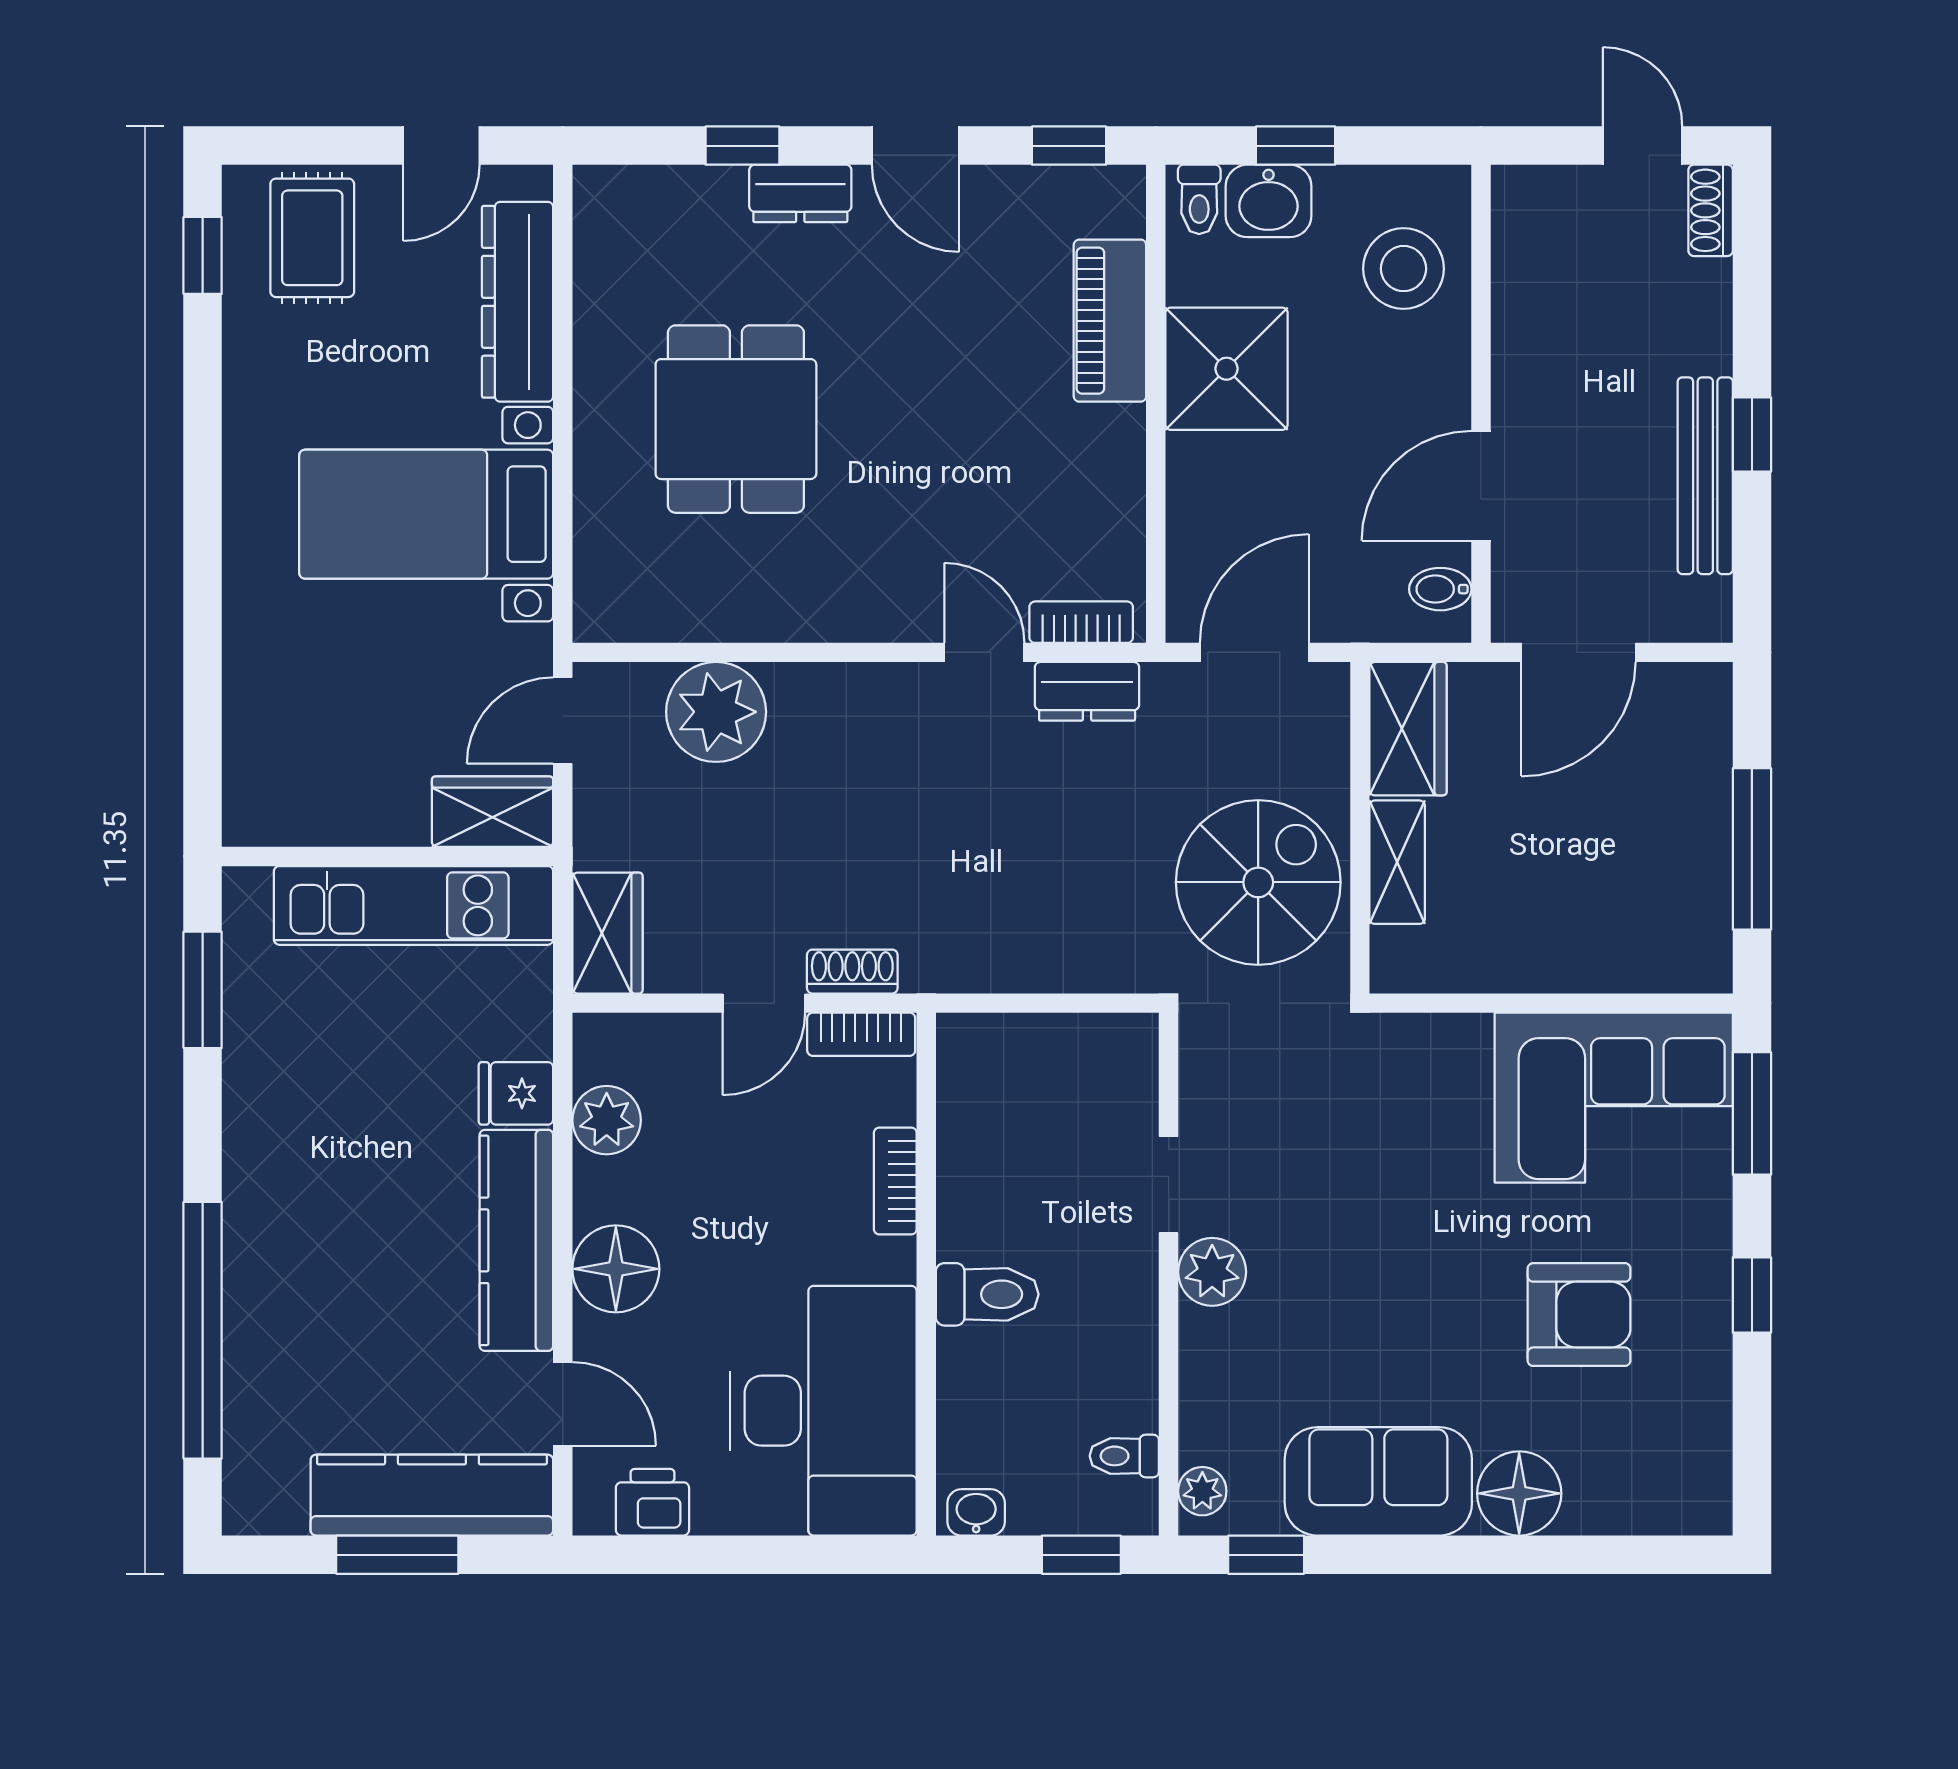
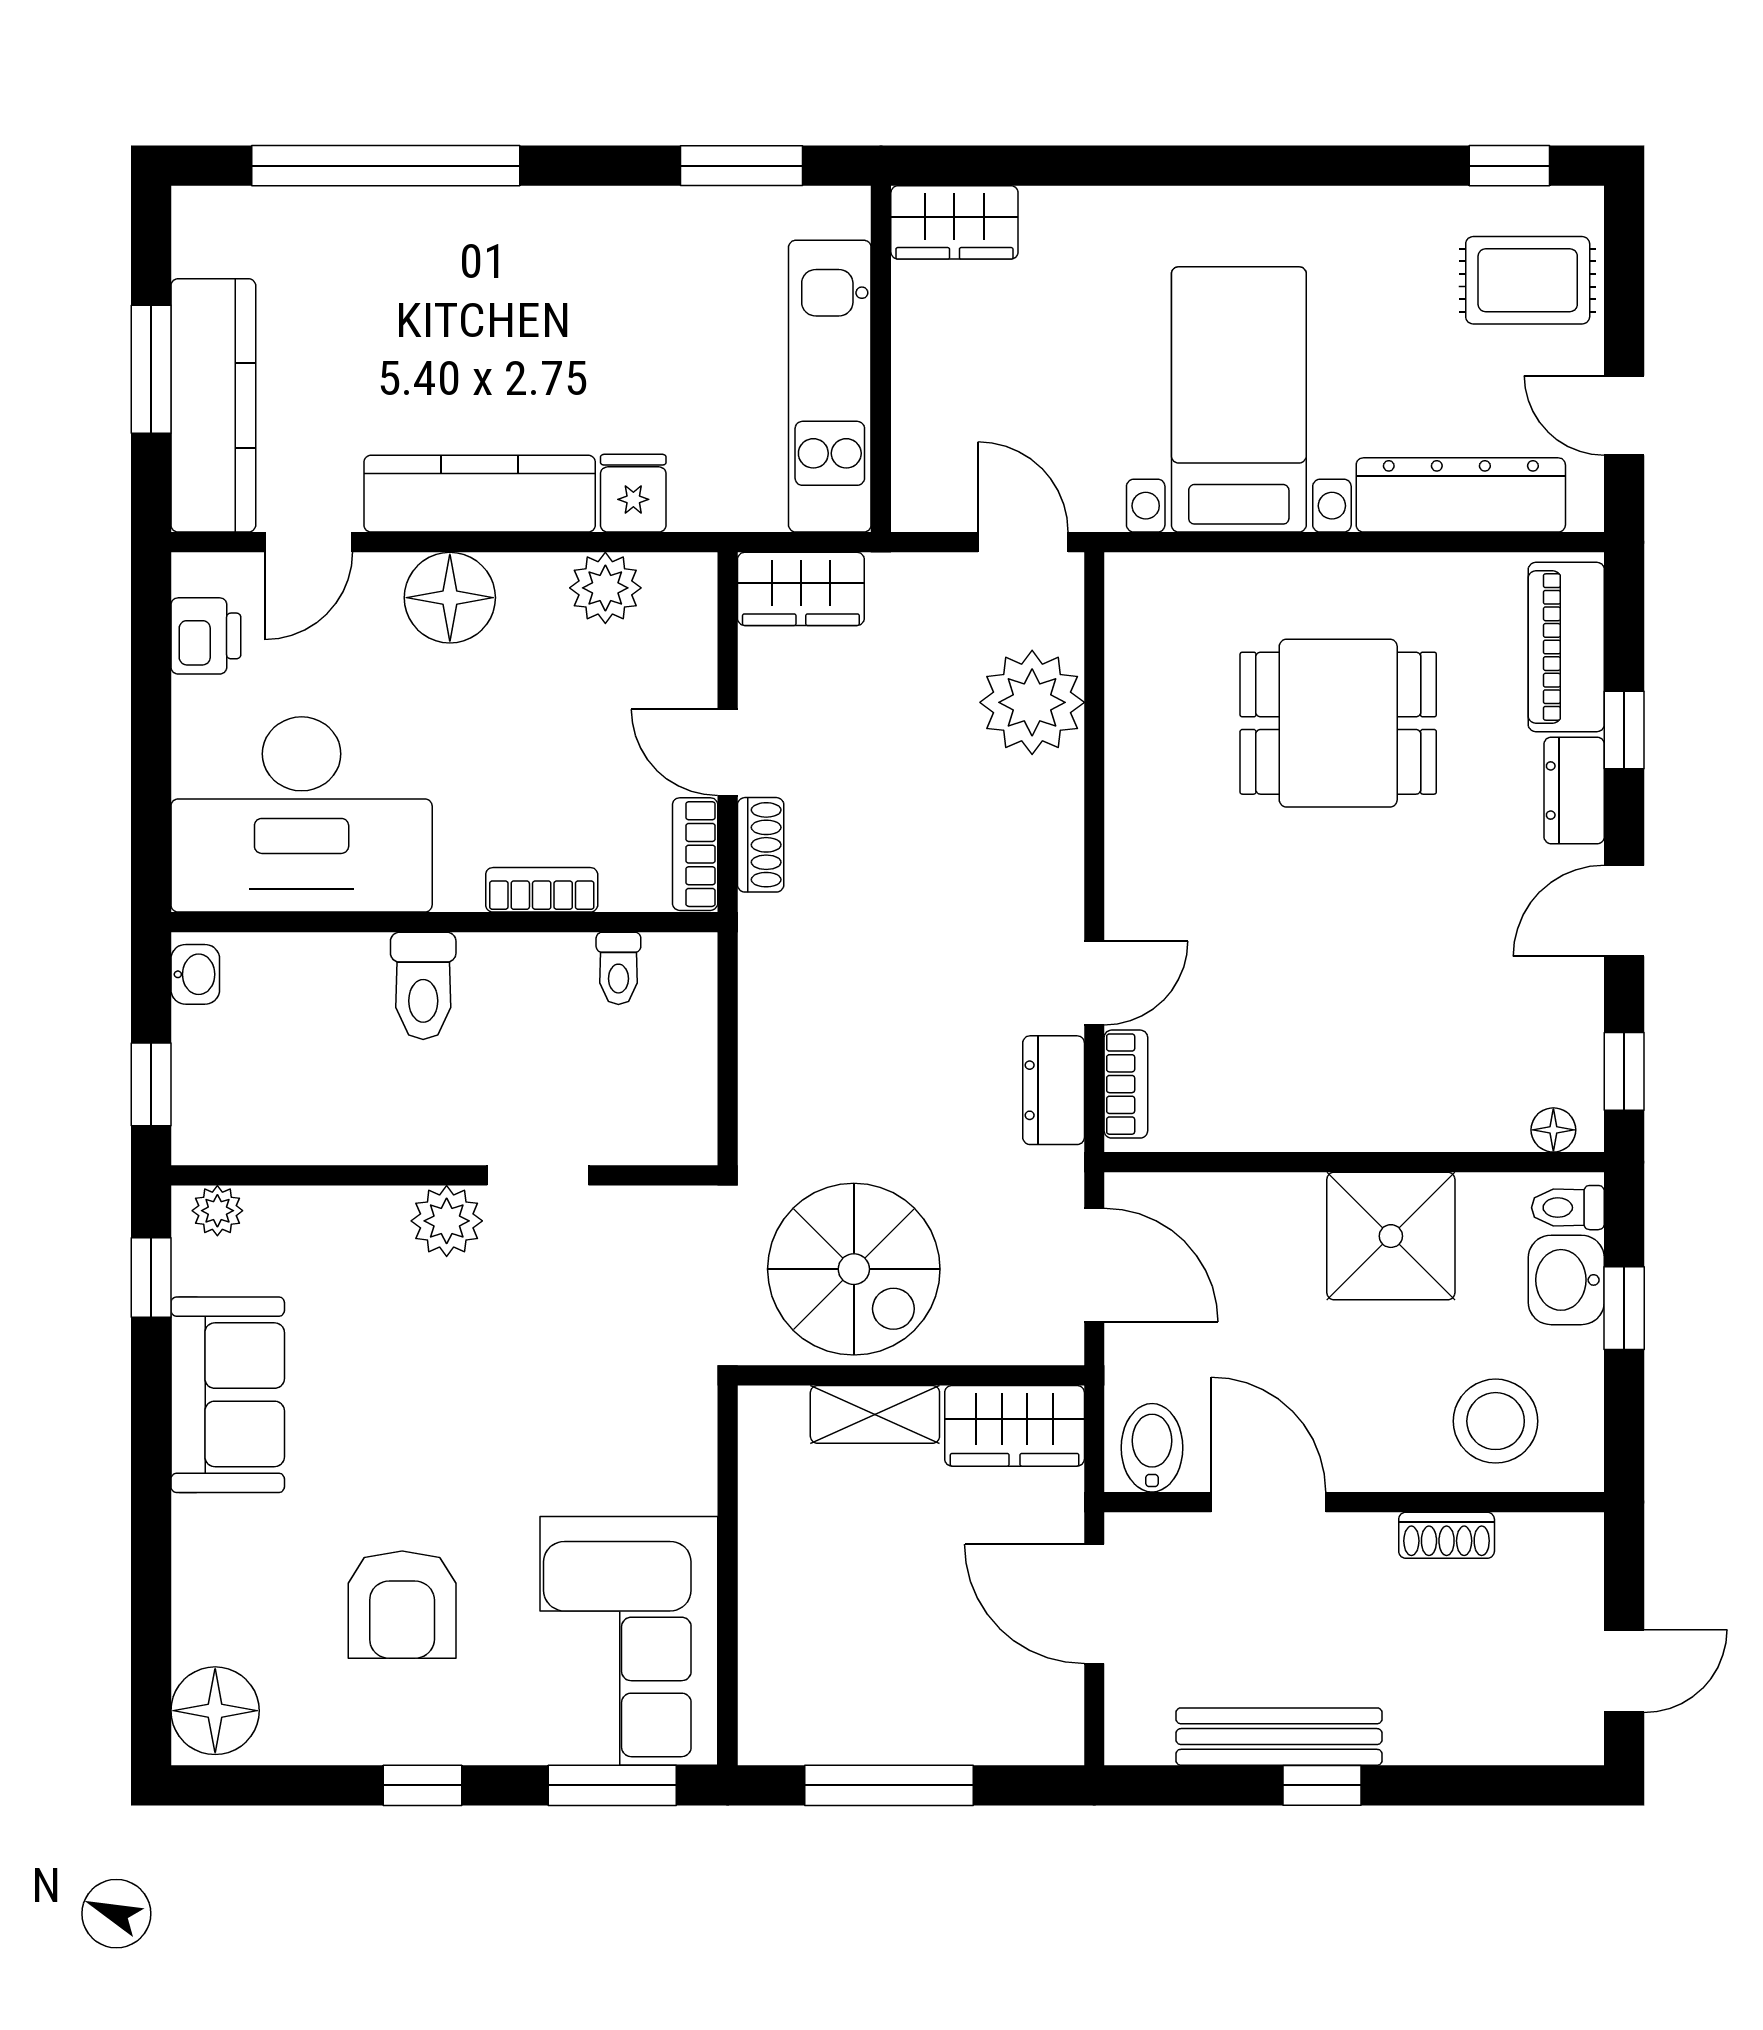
shoe rack: (1711, 210) -> (1447, 1535), moved, turned 180
floor lamp: (1125, 213) -> (1553, 1130), added
piano: (1110, 321) -> (1566, 647), moved, turned -90
bidet: (1440, 589) -> (1152, 1448), width x1.38, depth x1.36
wardrobe: (493, 812) -> (954, 222), moved, turned 90
toilet: (1124, 1456) -> (618, 968), moved, turned 180
floor lamp: (1519, 1493) -> (215, 1711), moved

